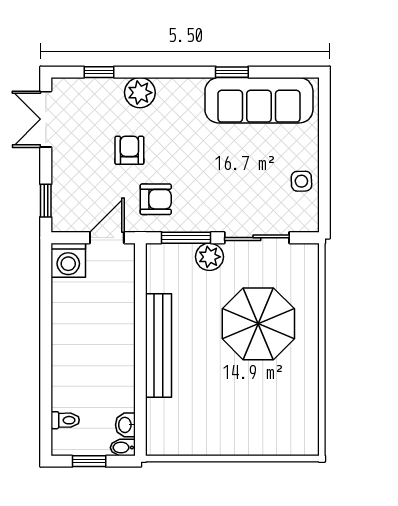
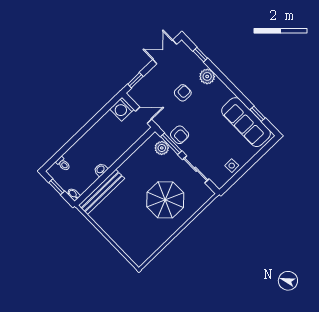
window: (232, 72) -> (258, 114), moved
armchair: (156, 199) -> (180, 135), moved
plant: (209, 257) -> (162, 148), moved
bench: (159, 345) -> (102, 192), moved
washbasin: (125, 425) -> (101, 170), moved

